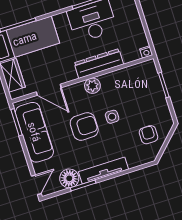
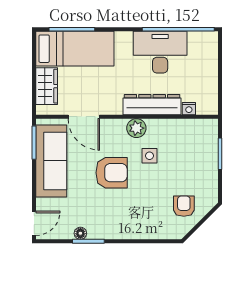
nightstand: (146, 52) -> (189, 109), moved
side table: (112, 117) -> (149, 156), moved
tv unit: (103, 171) -> (118, 231), removed
floor lamp: (69, 178) -> (80, 233), width x0.53, depth x0.53

